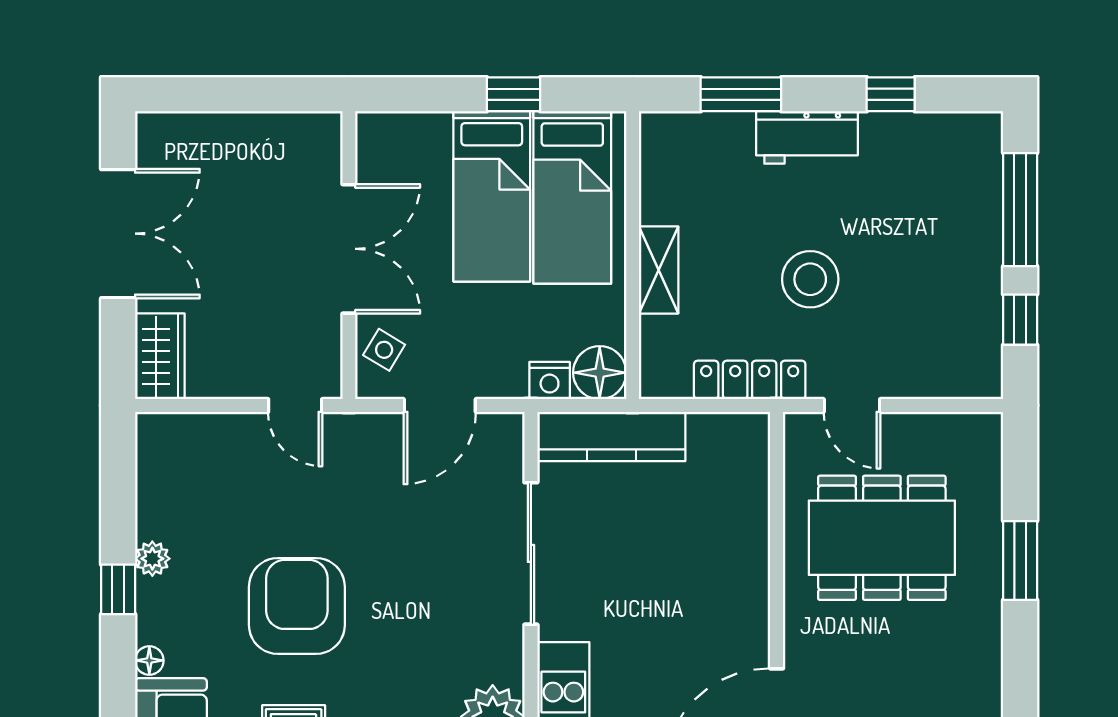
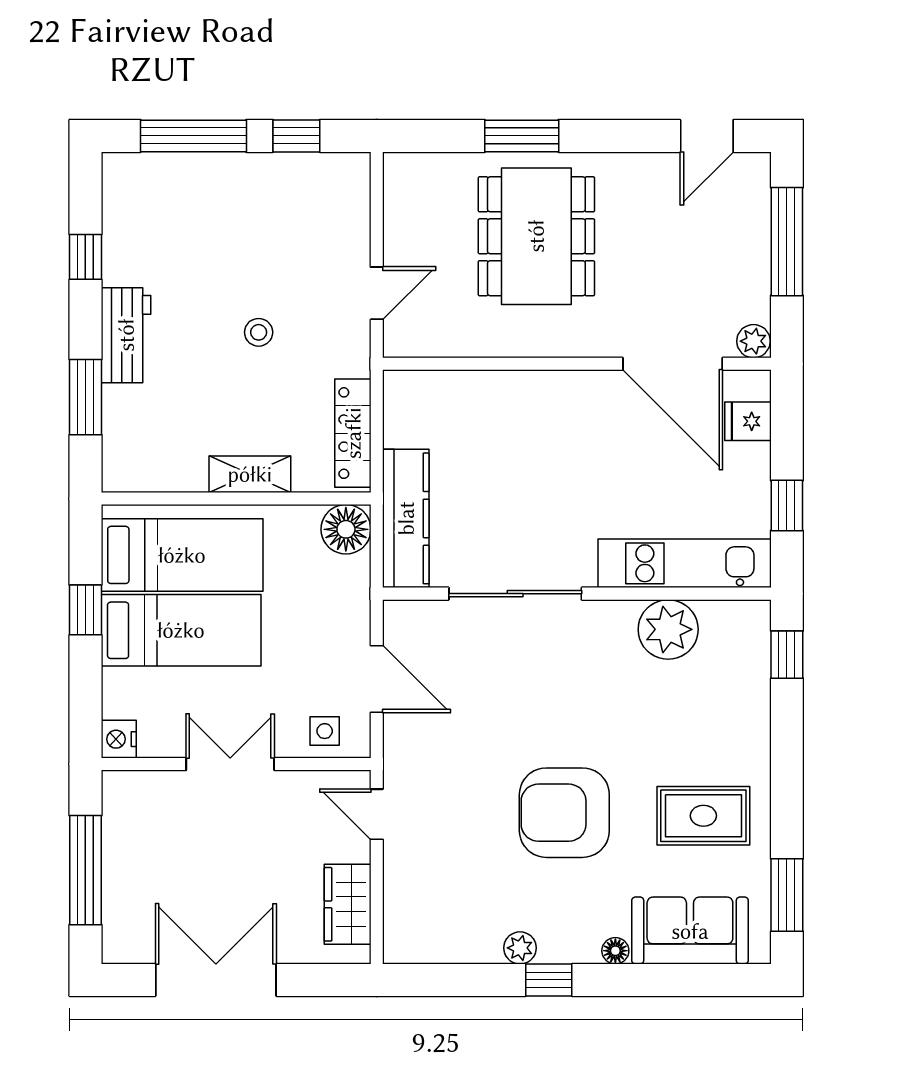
window: (235, 94) -> (85, 870), added
double door: (349, 249) -> (230, 764), width x0.73
stool: (810, 279) -> (259, 332), width x0.53, depth x0.53
side table: (384, 350) -> (325, 731), turned -31
wardrobe: (160, 356) -> (348, 904), moved, turned -90
locker: (750, 380) -> (353, 433), moved
nightstand: (550, 381) -> (119, 739), moved, turned 180
door: (295, 406) -> (377, 814), swing flipped
dining table: (882, 538) -> (536, 236), moved

